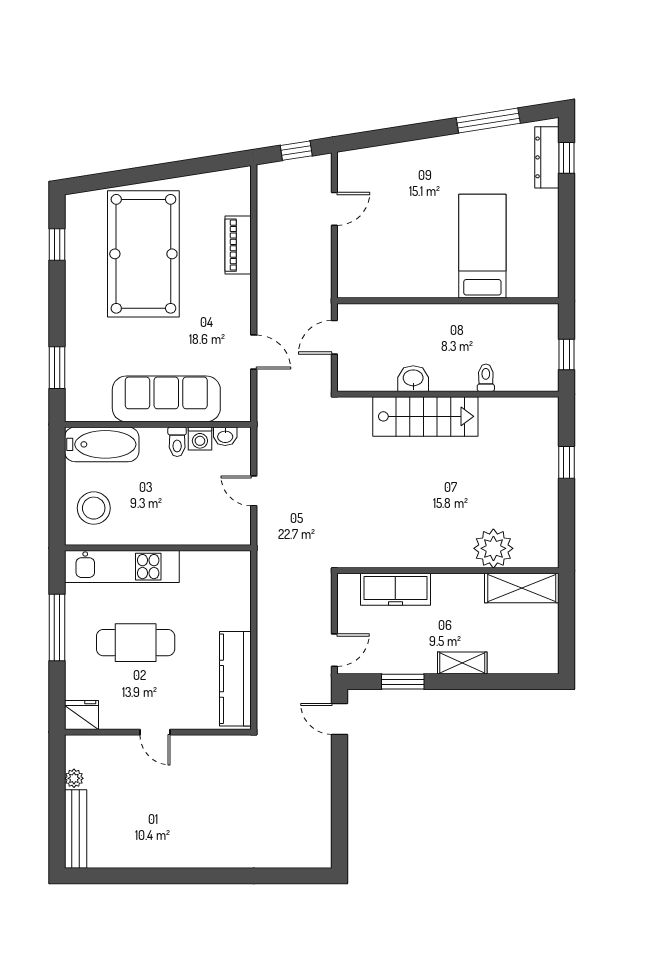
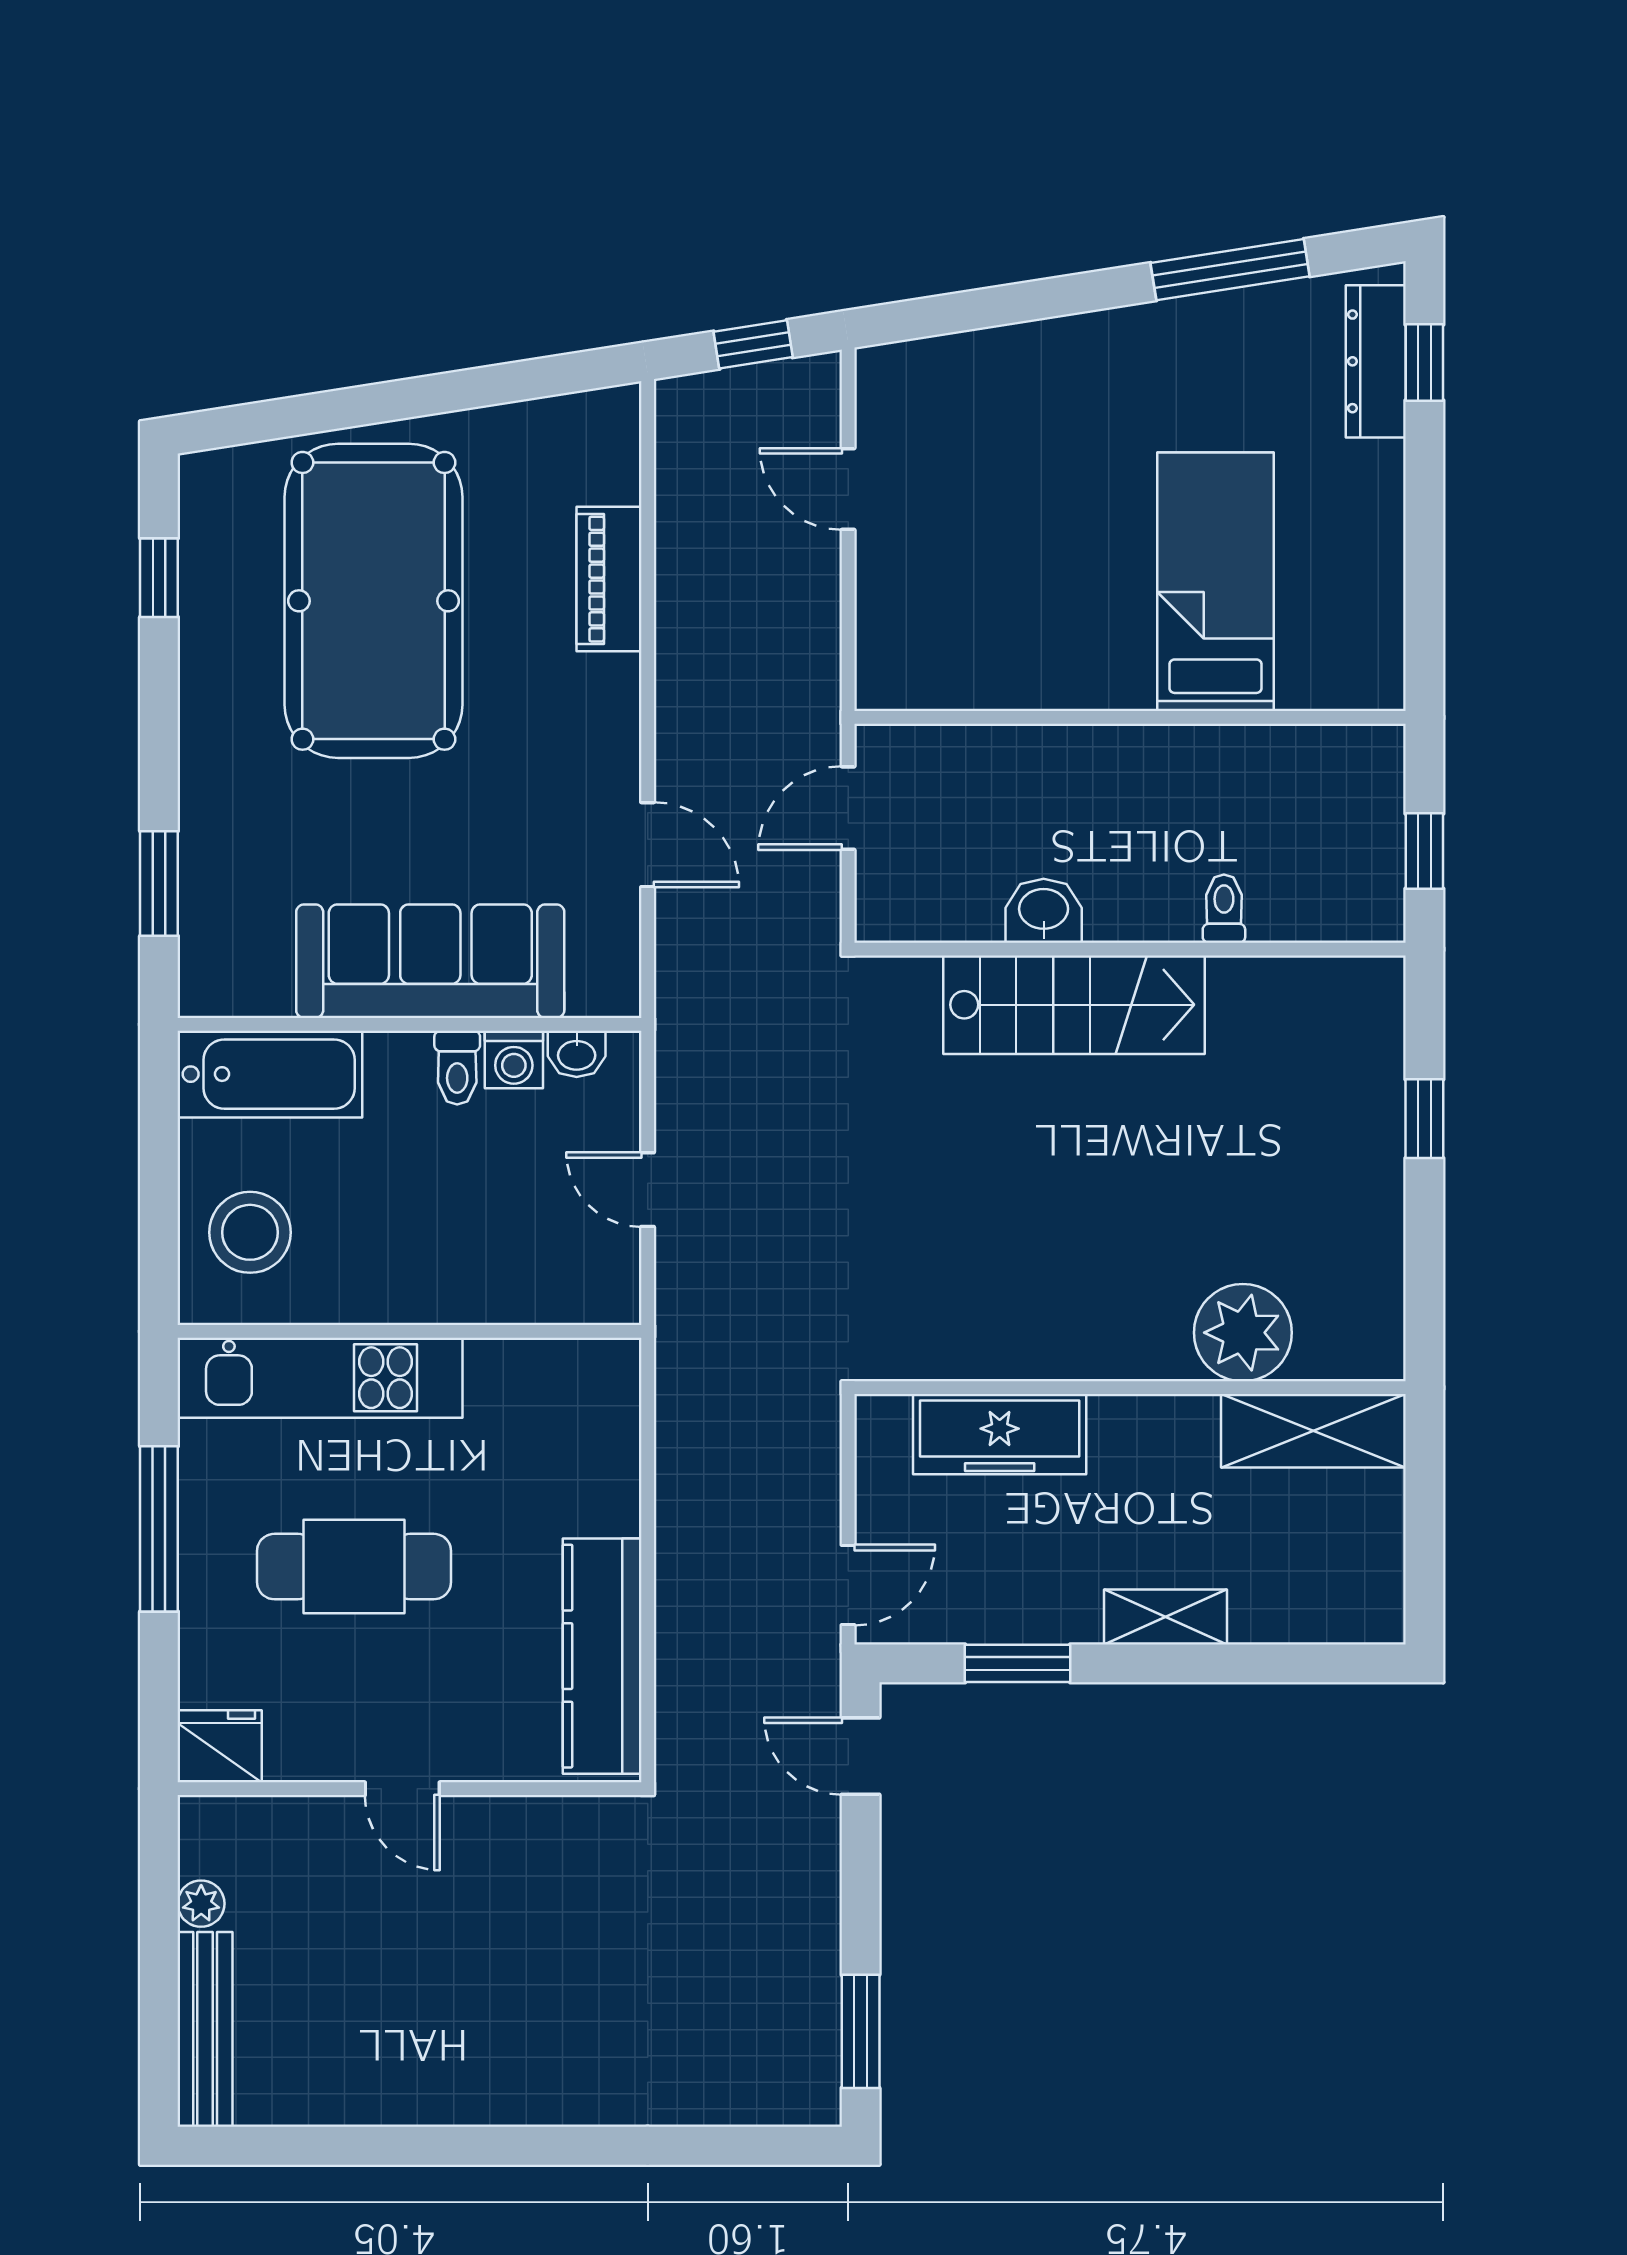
door: (334, 209) -> (848, 489), swing flipped
window: (340, 830) -> (861, 2031), added

